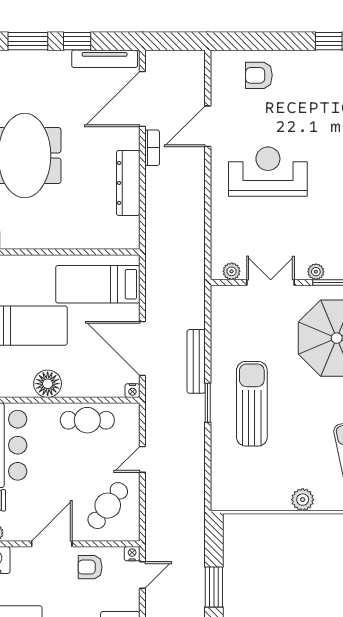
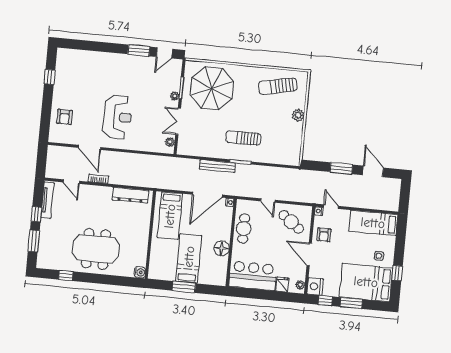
door: (142, 99) -> (71, 182), width x0.53
reception desk: (268, 172) -> (117, 117), turned 180
dresser: (128, 183) -> (130, 195), moved
sun lounger: (252, 404) -> (243, 138), width x0.73, depth x0.75

